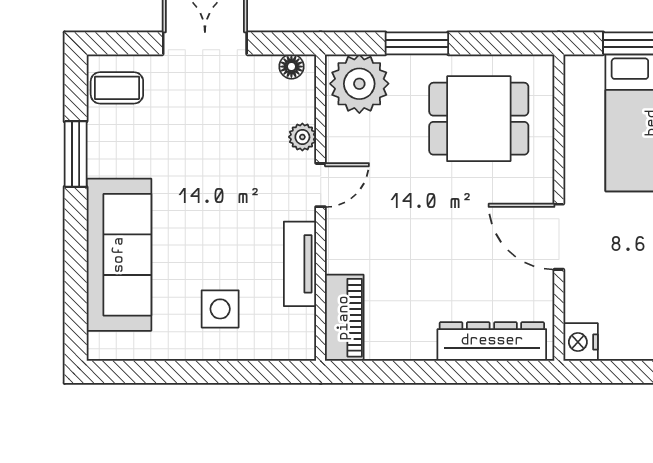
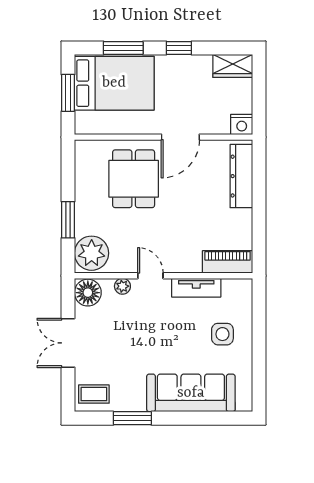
floor lamp: (291, 67) -> (88, 293), width x1.89, depth x1.89
coffee table: (117, 88) -> (94, 394), turned 90
dining table: (479, 119) -> (134, 179), moved

